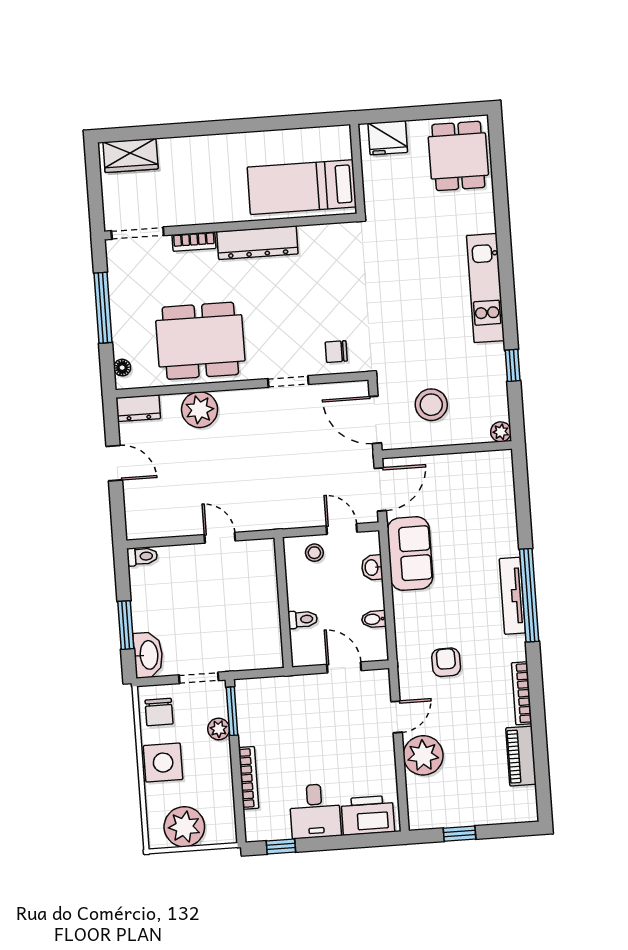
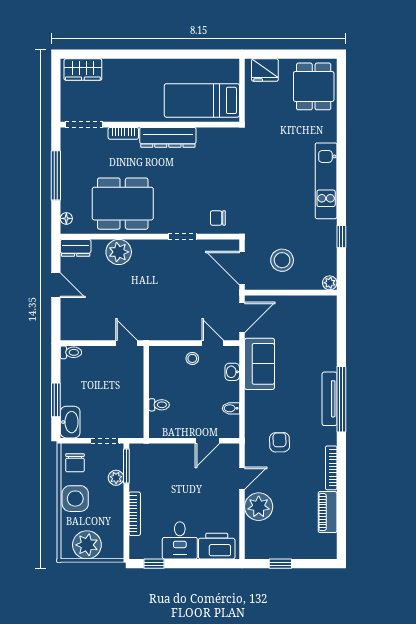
wall: (283, 602) -> (146, 392), moved
toilet: (303, 619) -> (159, 405), moved
door: (344, 667) -> (207, 441), swing flipped

